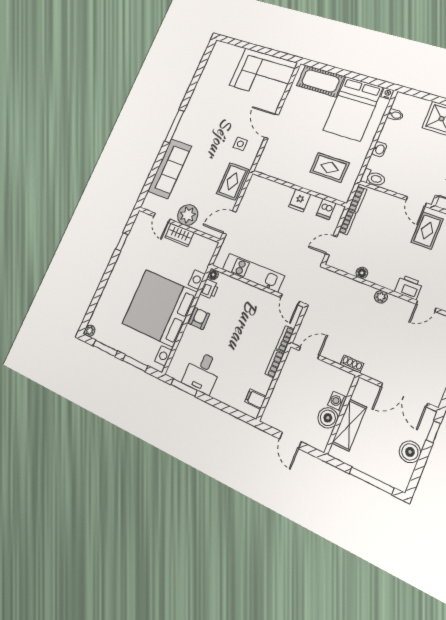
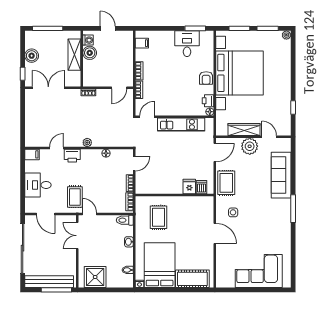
corner sofa: (263, 74) -> (259, 271), moved
rug: (330, 167) -> (159, 217), turned 90
fridge: (300, 200) -> (189, 187), moved
dishwasher: (326, 209) -> (202, 187), moved
wardrobe: (179, 235) -> (244, 130), width x1.50
door: (290, 299) -> (147, 117), hinge flipped
washing machine: (337, 401) -> (88, 40), moved

